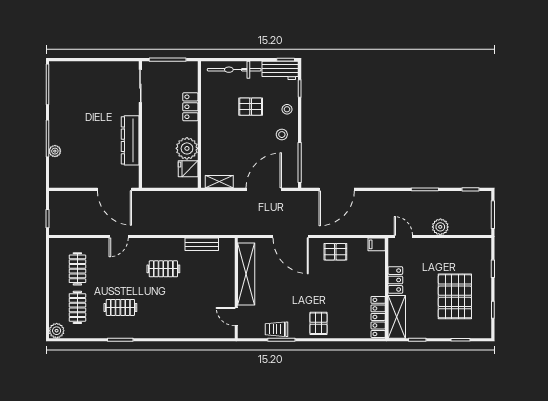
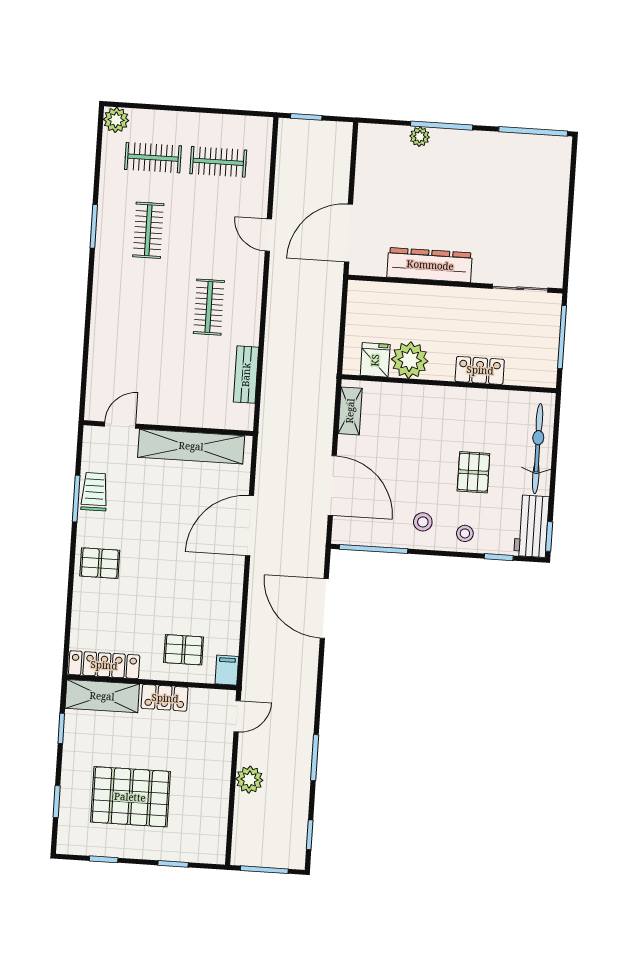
pallet: (335, 252) -> (184, 650), moved, turned 90

